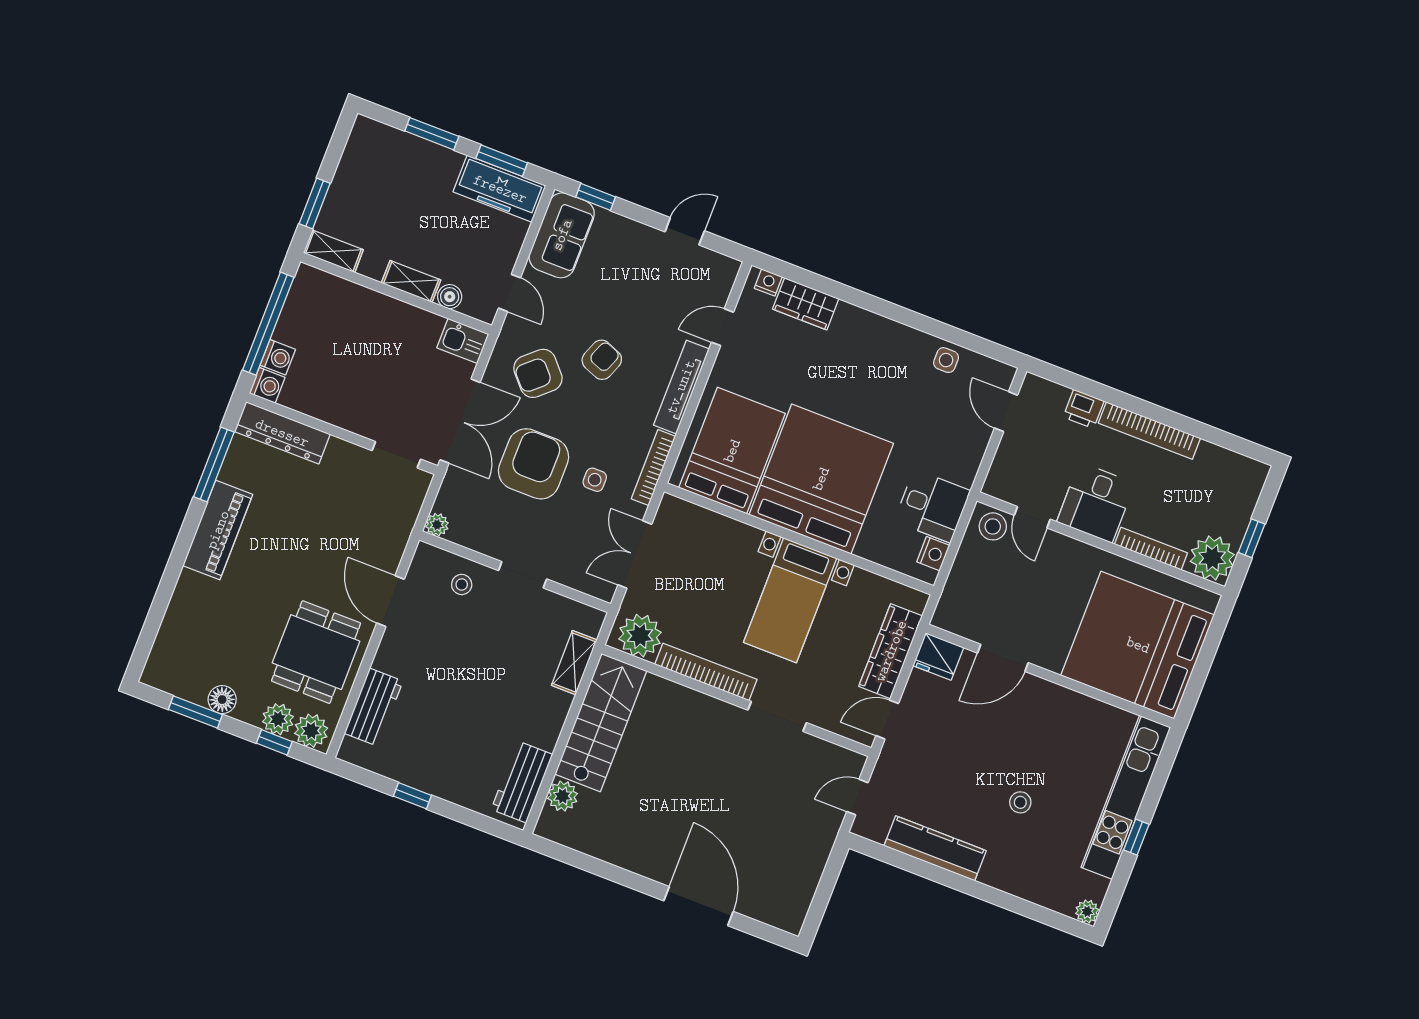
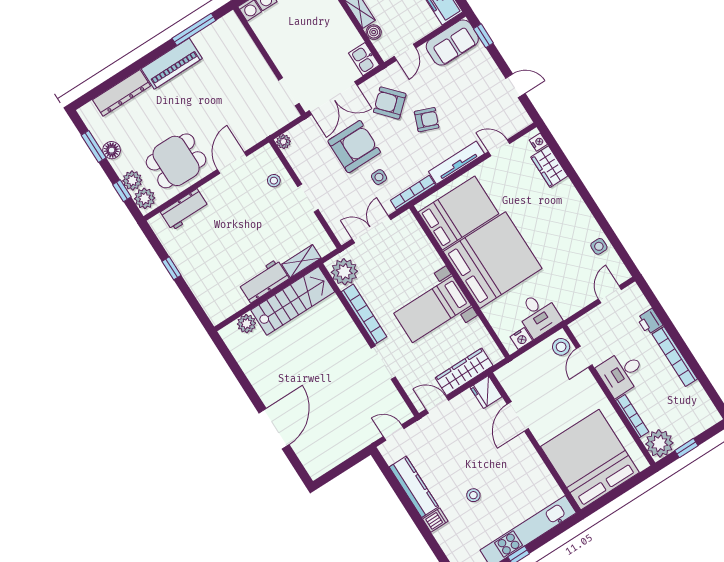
dresser: (282, 433) -> (122, 93), moved, turned -90
door: (1003, 658) -> (518, 416), hinge flipped
workbench: (522, 782) -> (264, 281), moved
dishwasher: (995, 871) -> (435, 520), added

